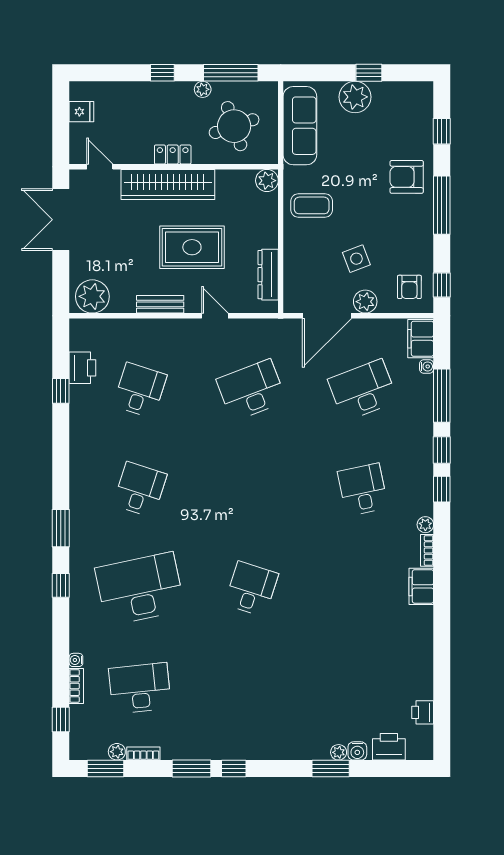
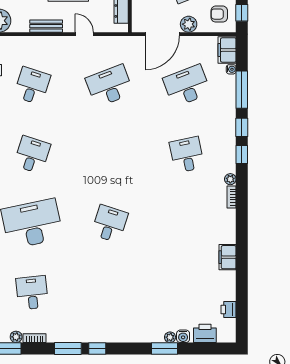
armchair: (409, 287) -> (219, 14), turned 90
filing cabinet: (421, 586) -> (227, 257), moved
desk: (140, 688) -> (32, 293), width x0.73

